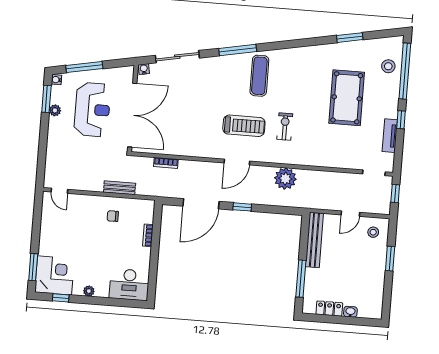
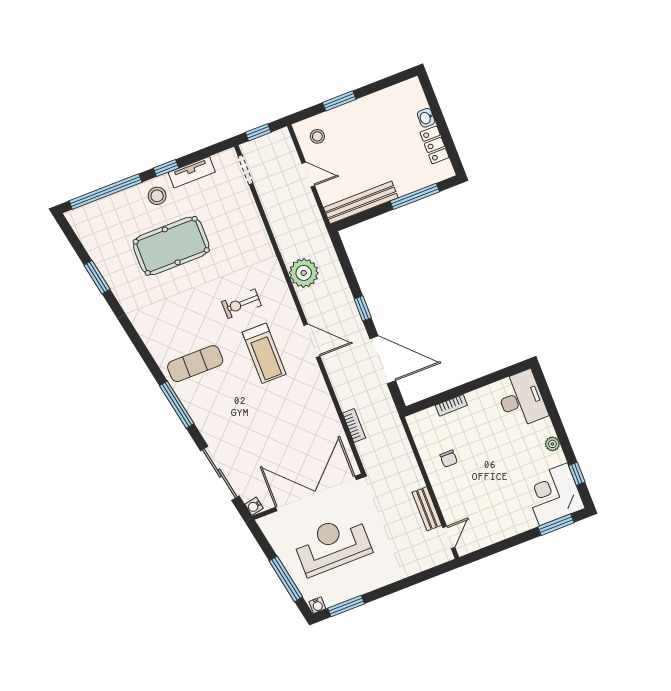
stool: (388, 66) -> (157, 196), moved
plant: (55, 110) -> (355, 589), removed
treadmill: (244, 126) -> (264, 353), turned 180
bench: (120, 188) -> (427, 509), moved

